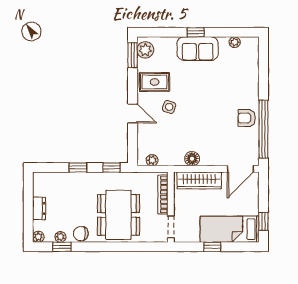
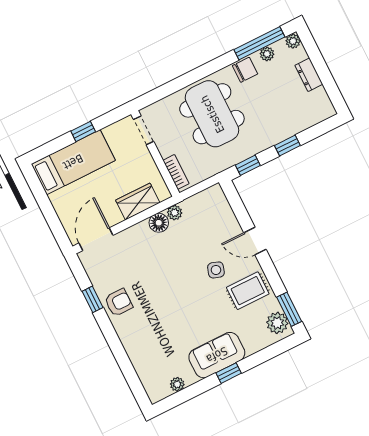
window: (263, 129) -> (93, 299), width x0.32
plant: (152, 160) -> (175, 213), moved
wardrobe: (199, 180) -> (138, 202), width x0.67
bookcase: (163, 195) -> (176, 172), width x0.64
window: (263, 221) -> (38, 191), removed
window: (62, 247) -> (259, 43), width x2.17

